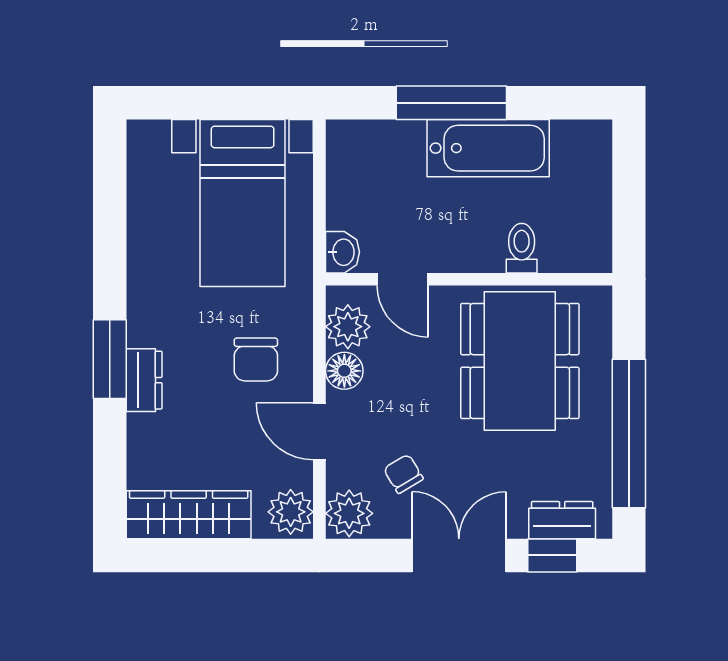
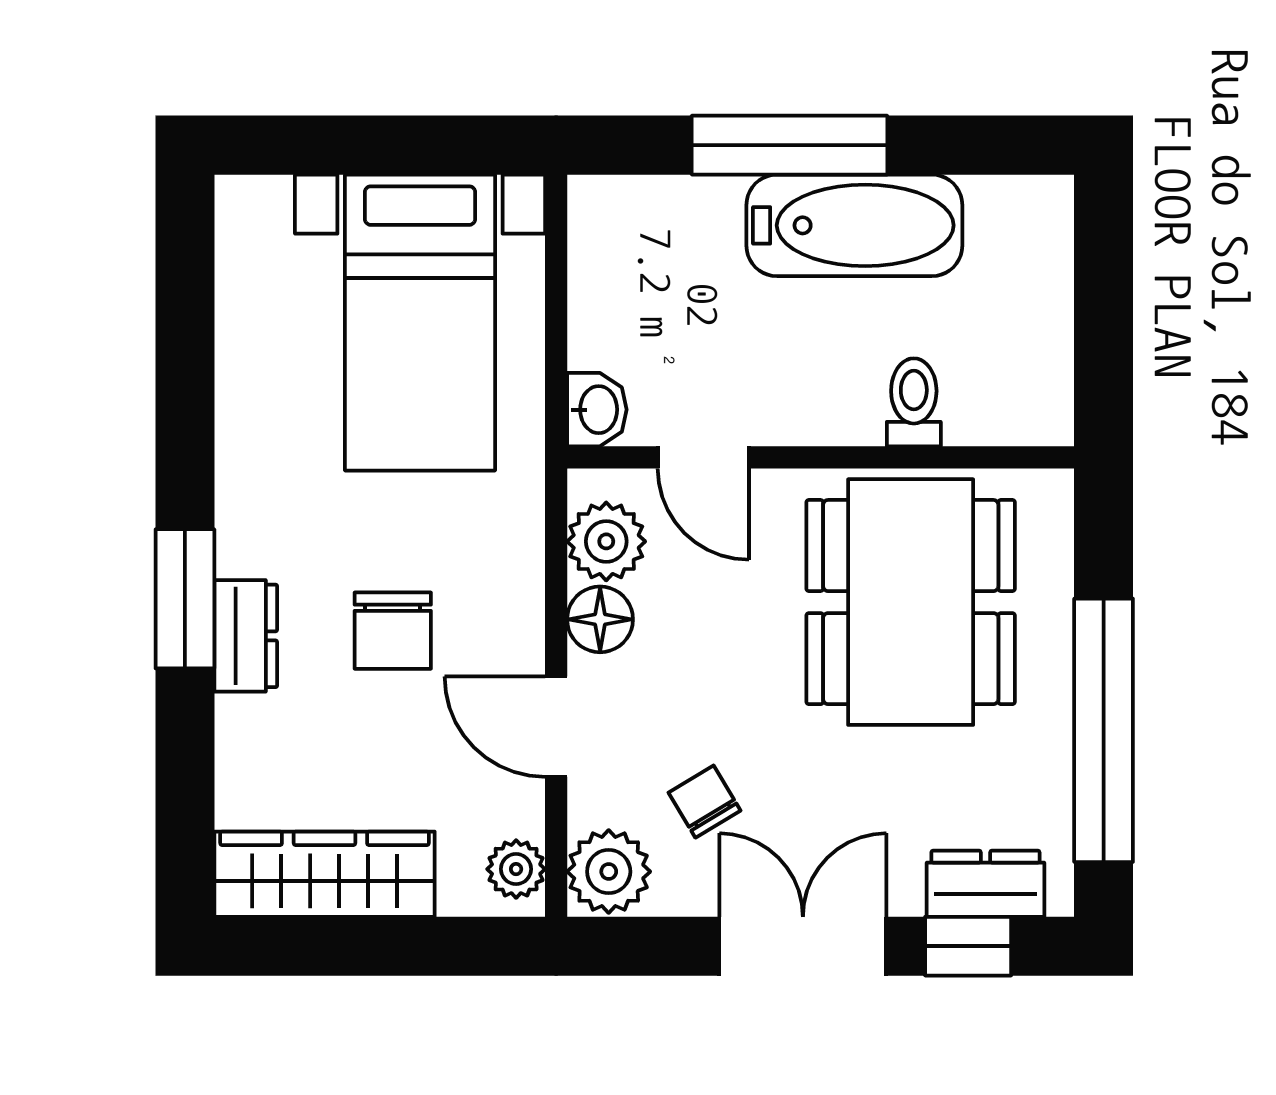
chair: (256, 359) -> (393, 631), moved
plant: (291, 512) -> (516, 869), width x0.73, depth x0.73

